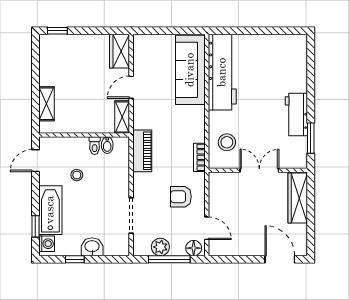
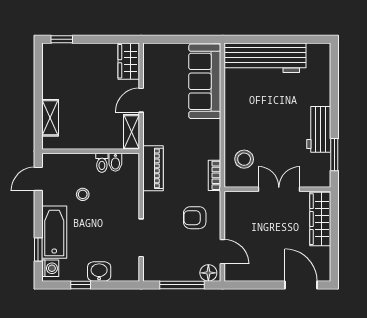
workbench: (222, 72) -> (265, 58), moved, turned 90
plant: (160, 247) -> (173, 272), removed

